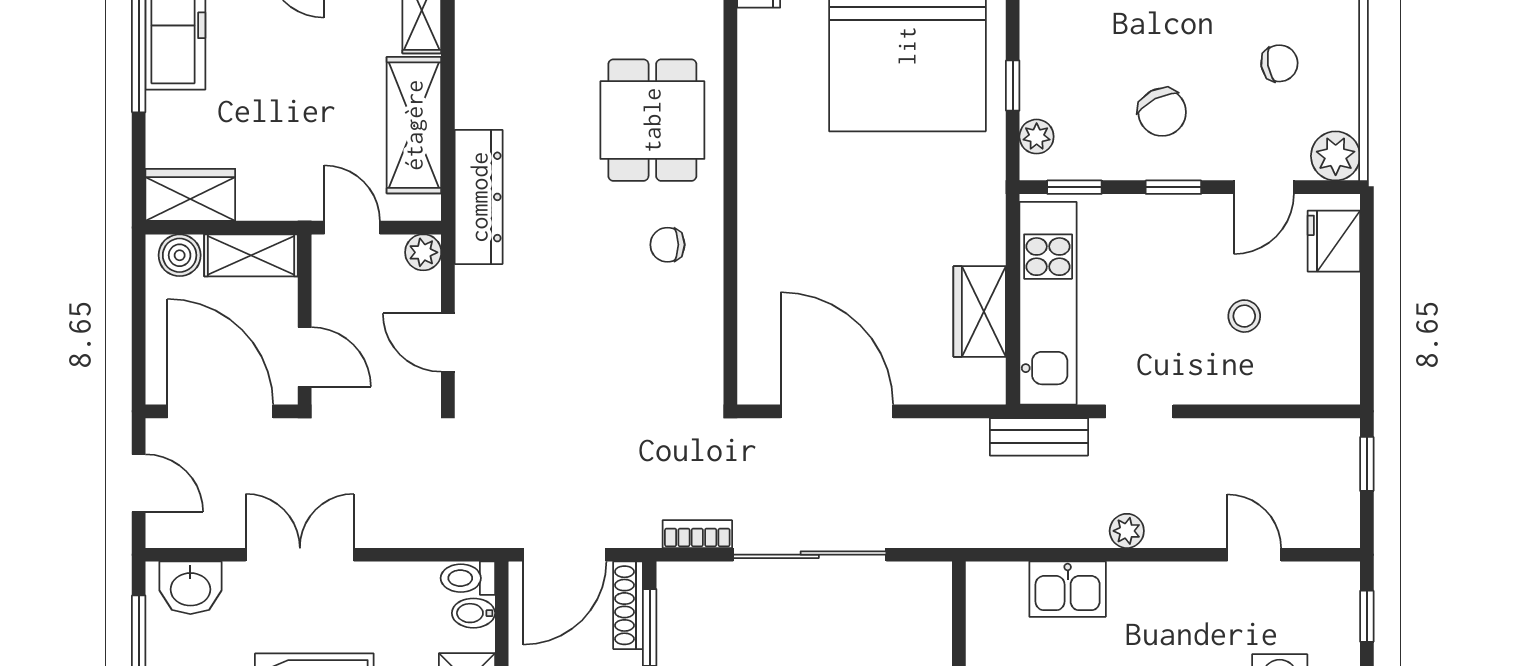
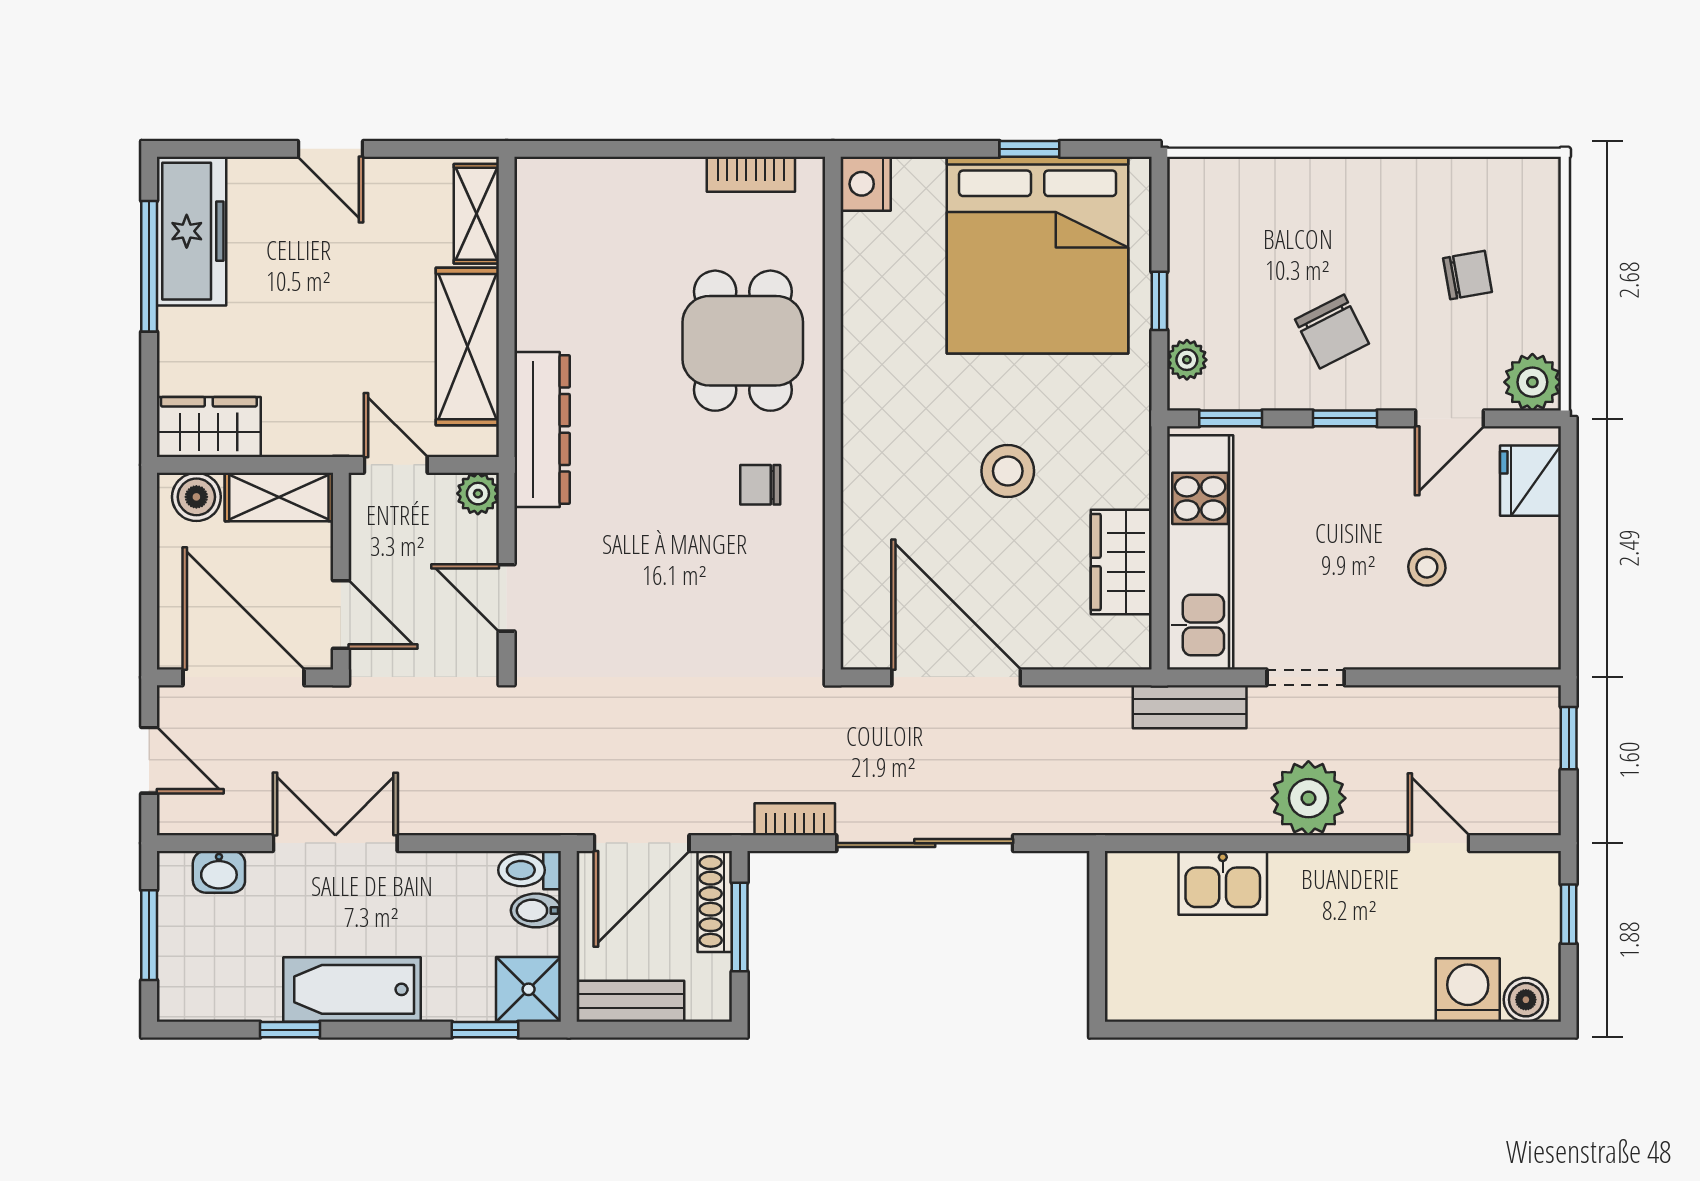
stool: (882, 233) -> (1008, 471), added
plant: (1127, 531) -> (1308, 798), width x1.88, depth x1.88
washbasin: (190, 588) -> (219, 872), width x0.72, depth x0.69

